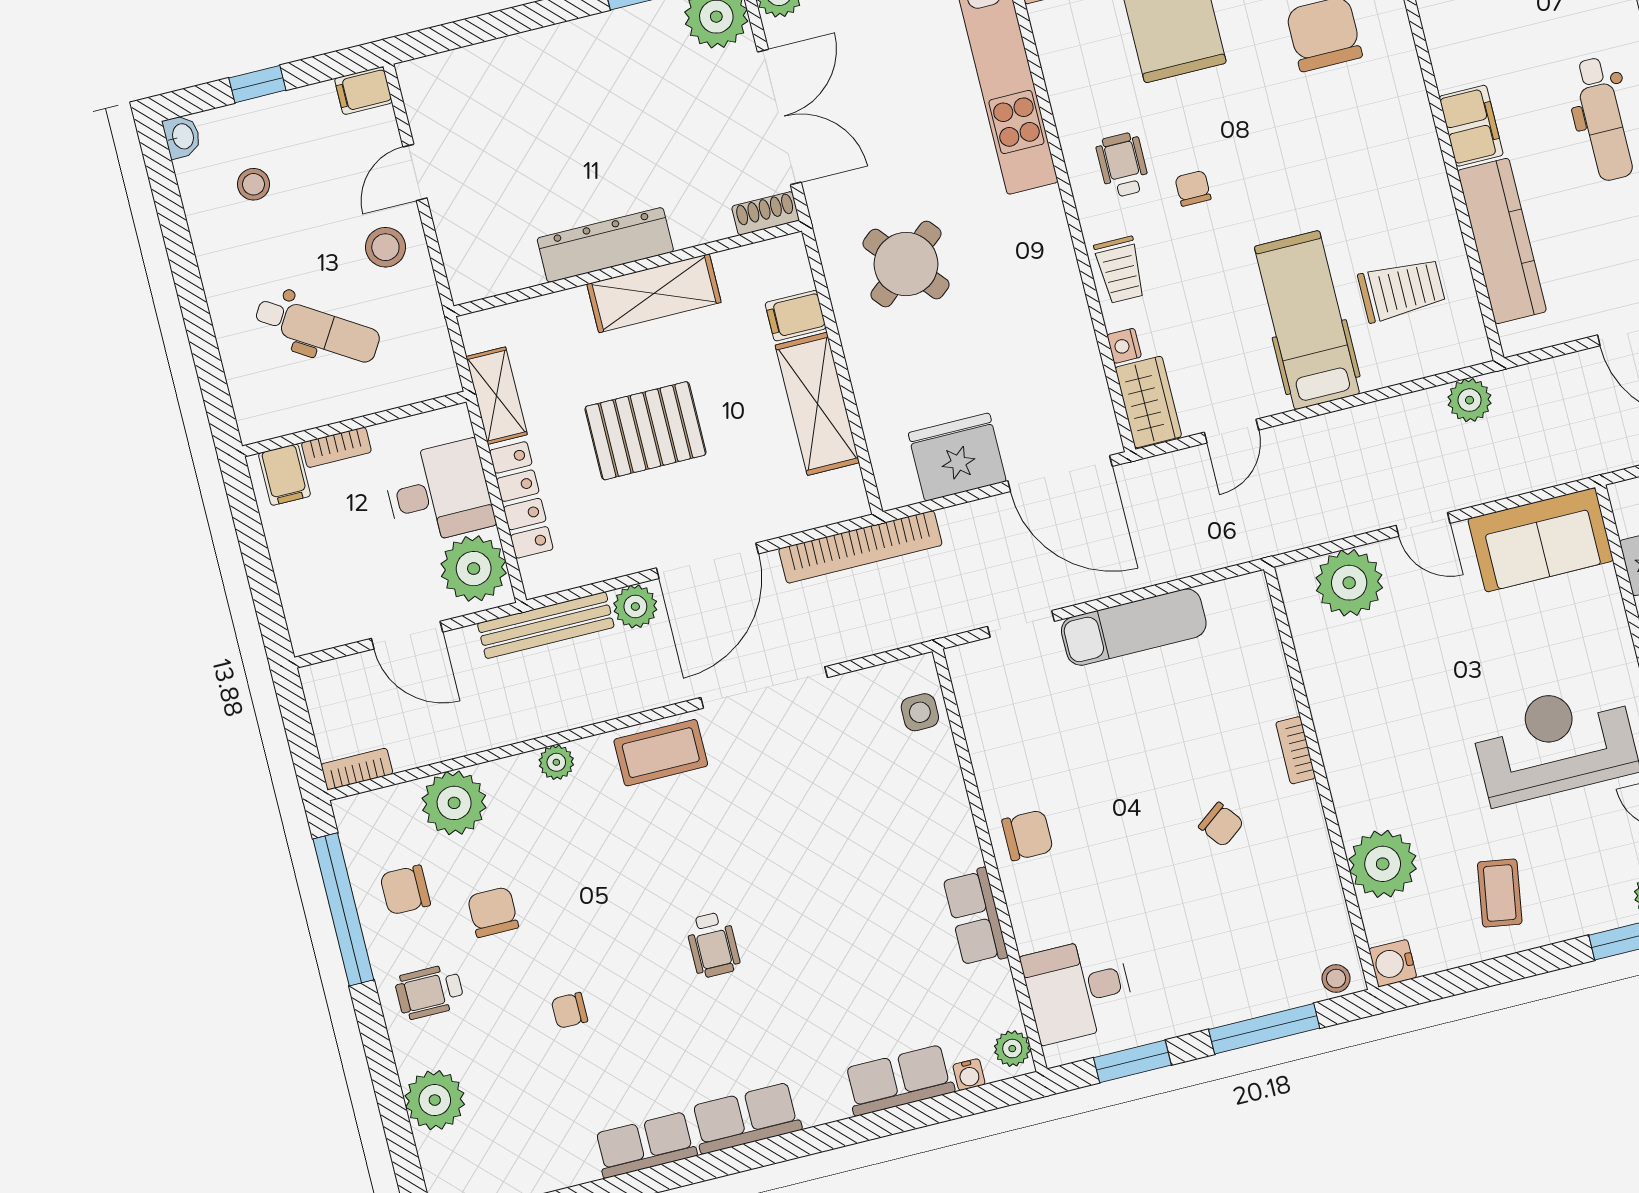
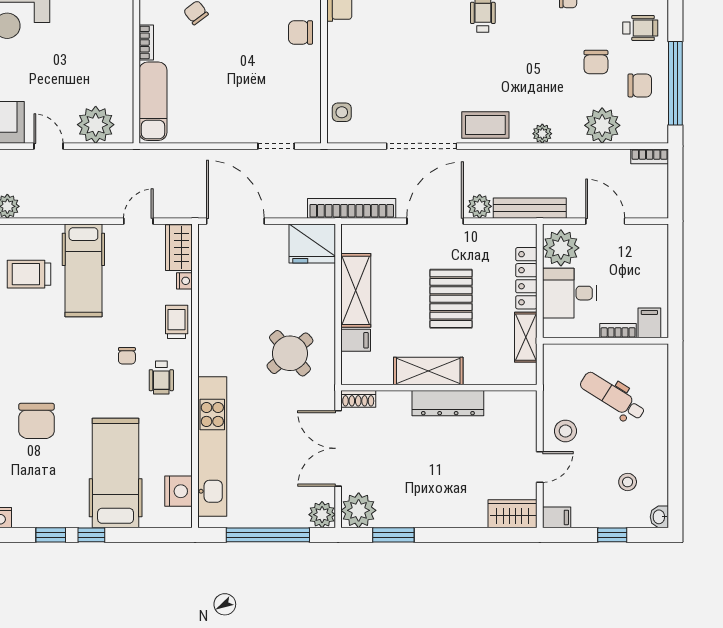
wardrobe: (443, 78) -> (513, 514), added
pallet: (645, 431) -> (451, 299), turned 90
fridge: (957, 457) -> (312, 243), moved
exam couch: (1134, 627) -> (153, 101), moved, turned 90

